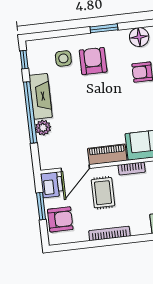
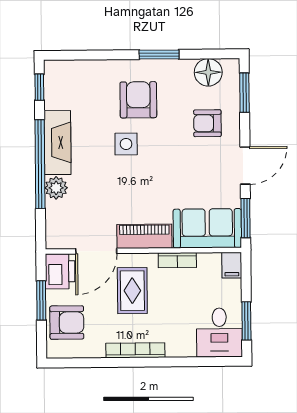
side table: (63, 58) -> (126, 144), moved

